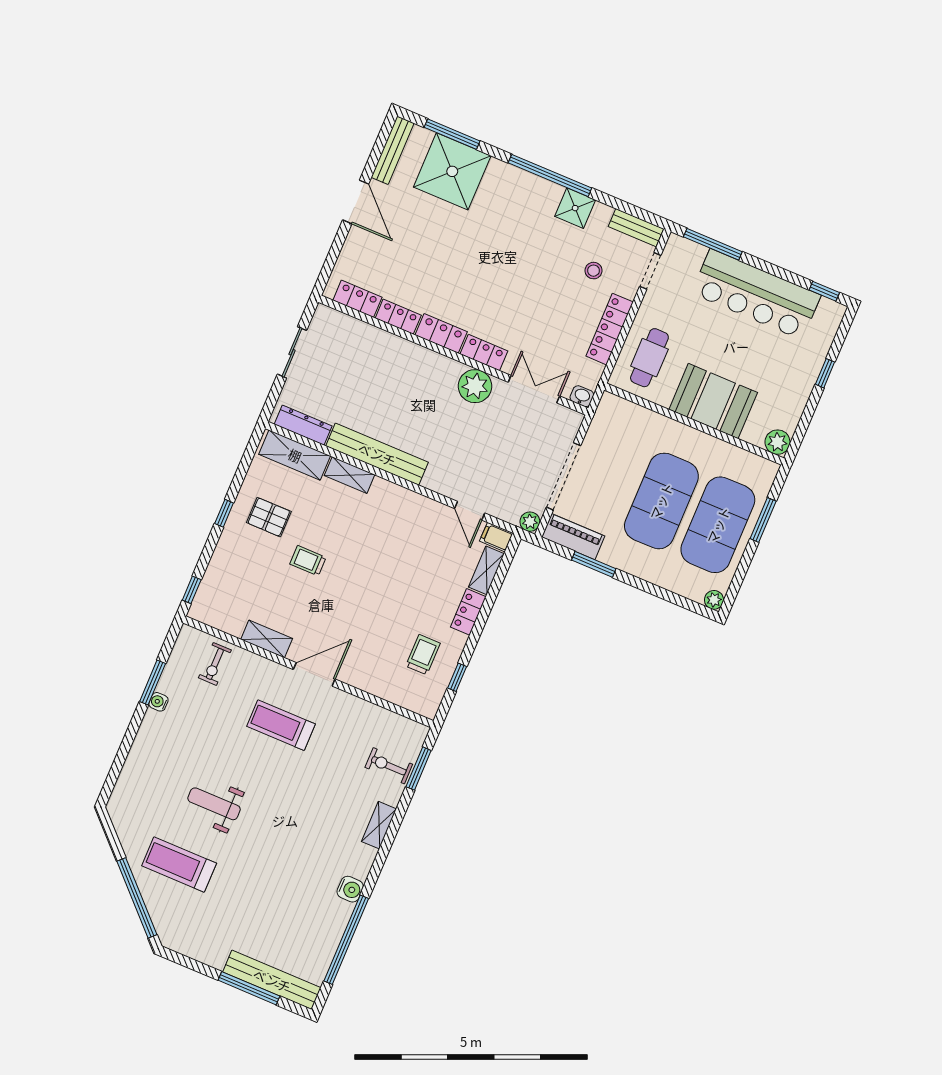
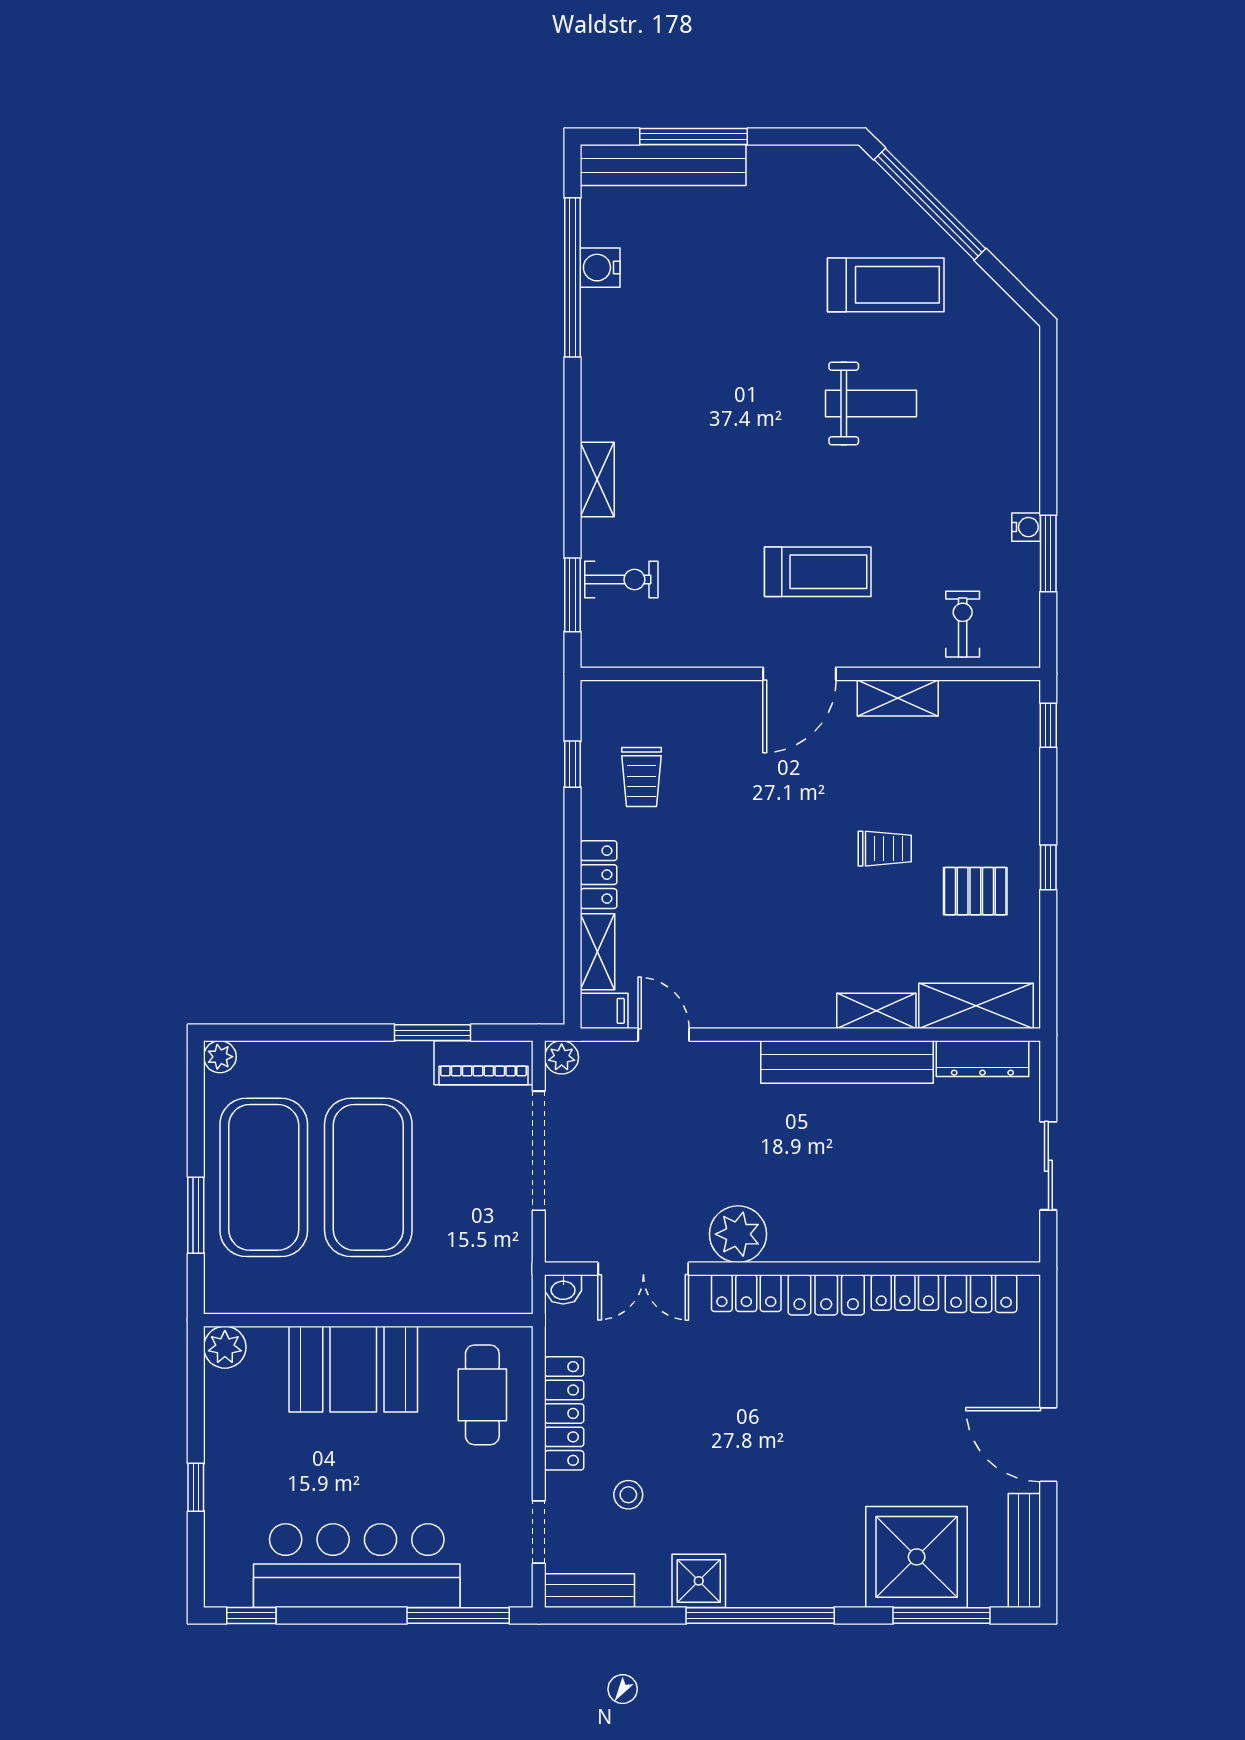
water cooler: (350, 889) -> (600, 268), moved

